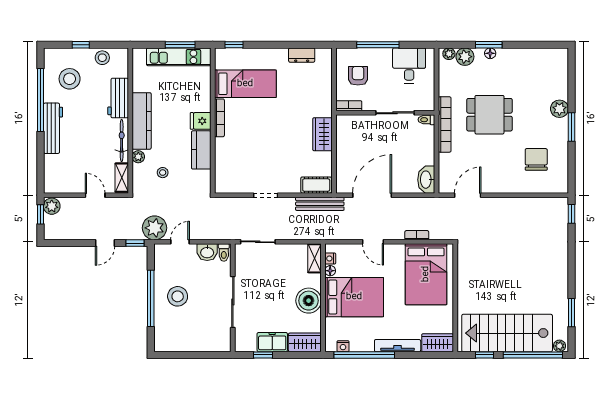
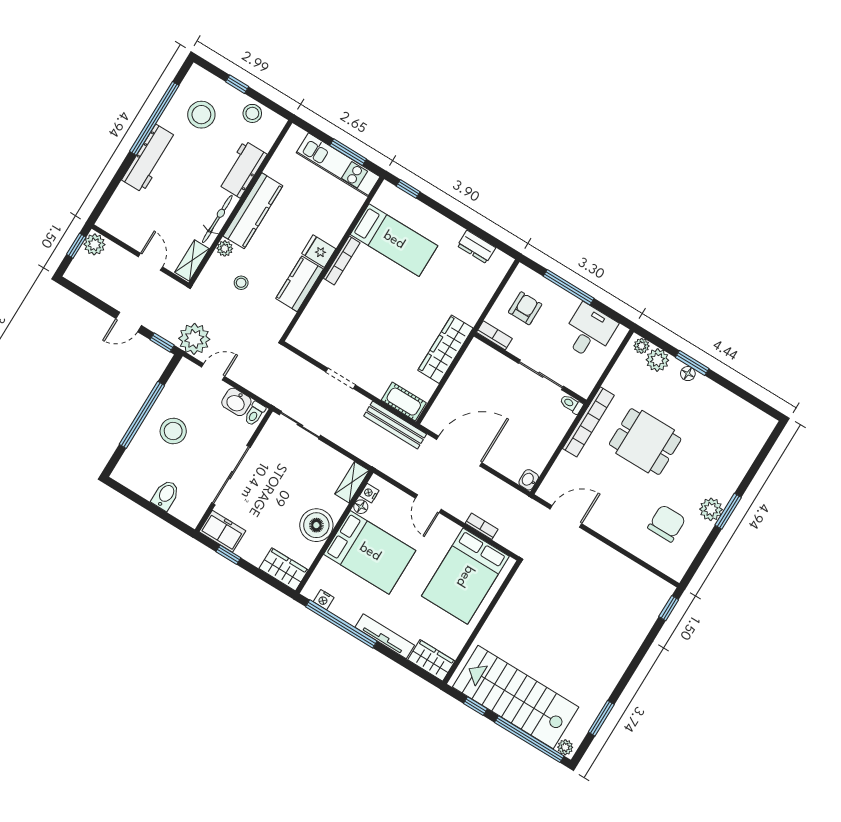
plant: (559, 109) -> (711, 509), moved
wardrobe: (322, 134) -> (445, 349), width x1.50
washbasin: (426, 180) -> (529, 480), width x0.52, depth x0.69
bidet: (198, 341) -> (166, 495), added
freezer: (272, 342) -> (222, 531), moved

